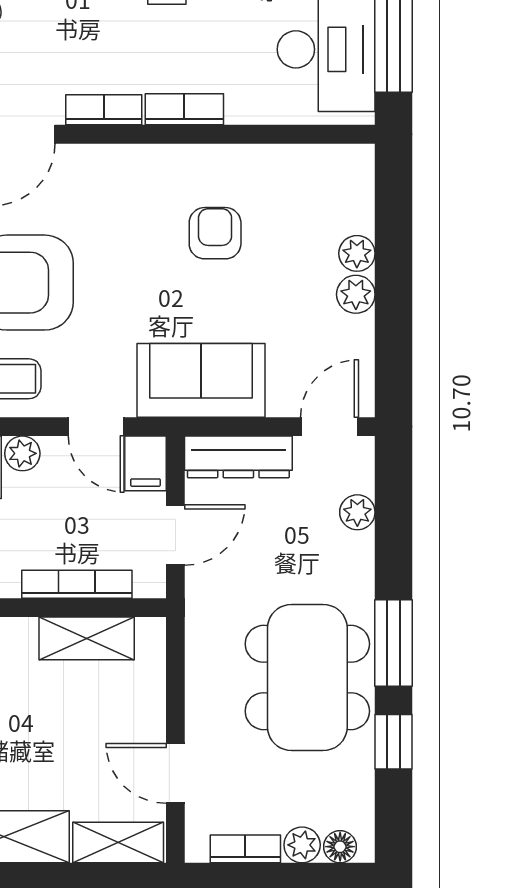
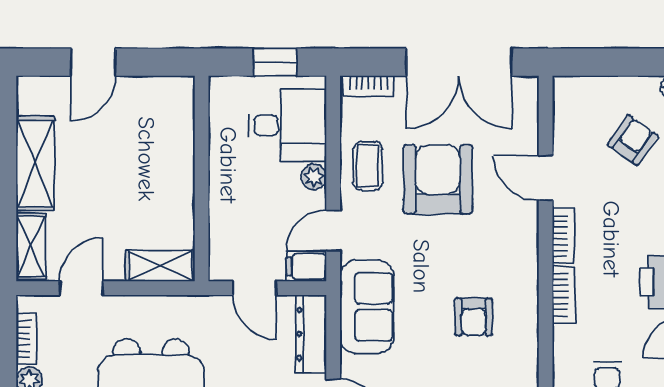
armchair: (215, 233) -> (474, 317), turned 90
bookcase: (77, 584) -> (219, 217), removed
shelving: (87, 638) -> (160, 266), moved, turned 90

